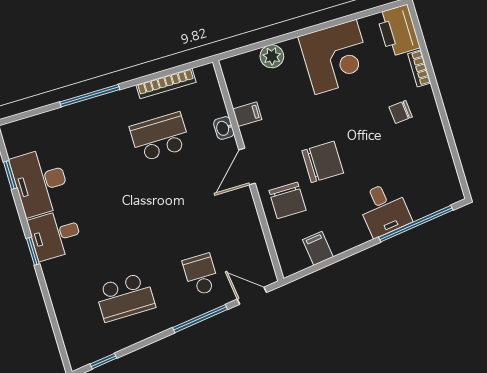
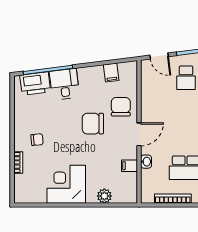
printer: (398, 31) -> (35, 84), moved, turned 83

